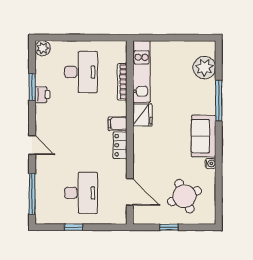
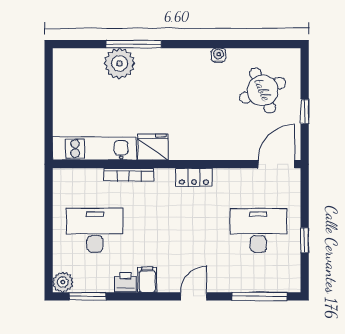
plant: (204, 67) -> (119, 63), moved
bookcase: (122, 82) -> (129, 175), moved
window: (32, 87) -> (88, 296), moved
filing cabinet: (118, 124) -> (147, 280), moved, turned 180
sofa: (204, 136) -> (182, 65), removed
door: (130, 192) -> (276, 164), moved

